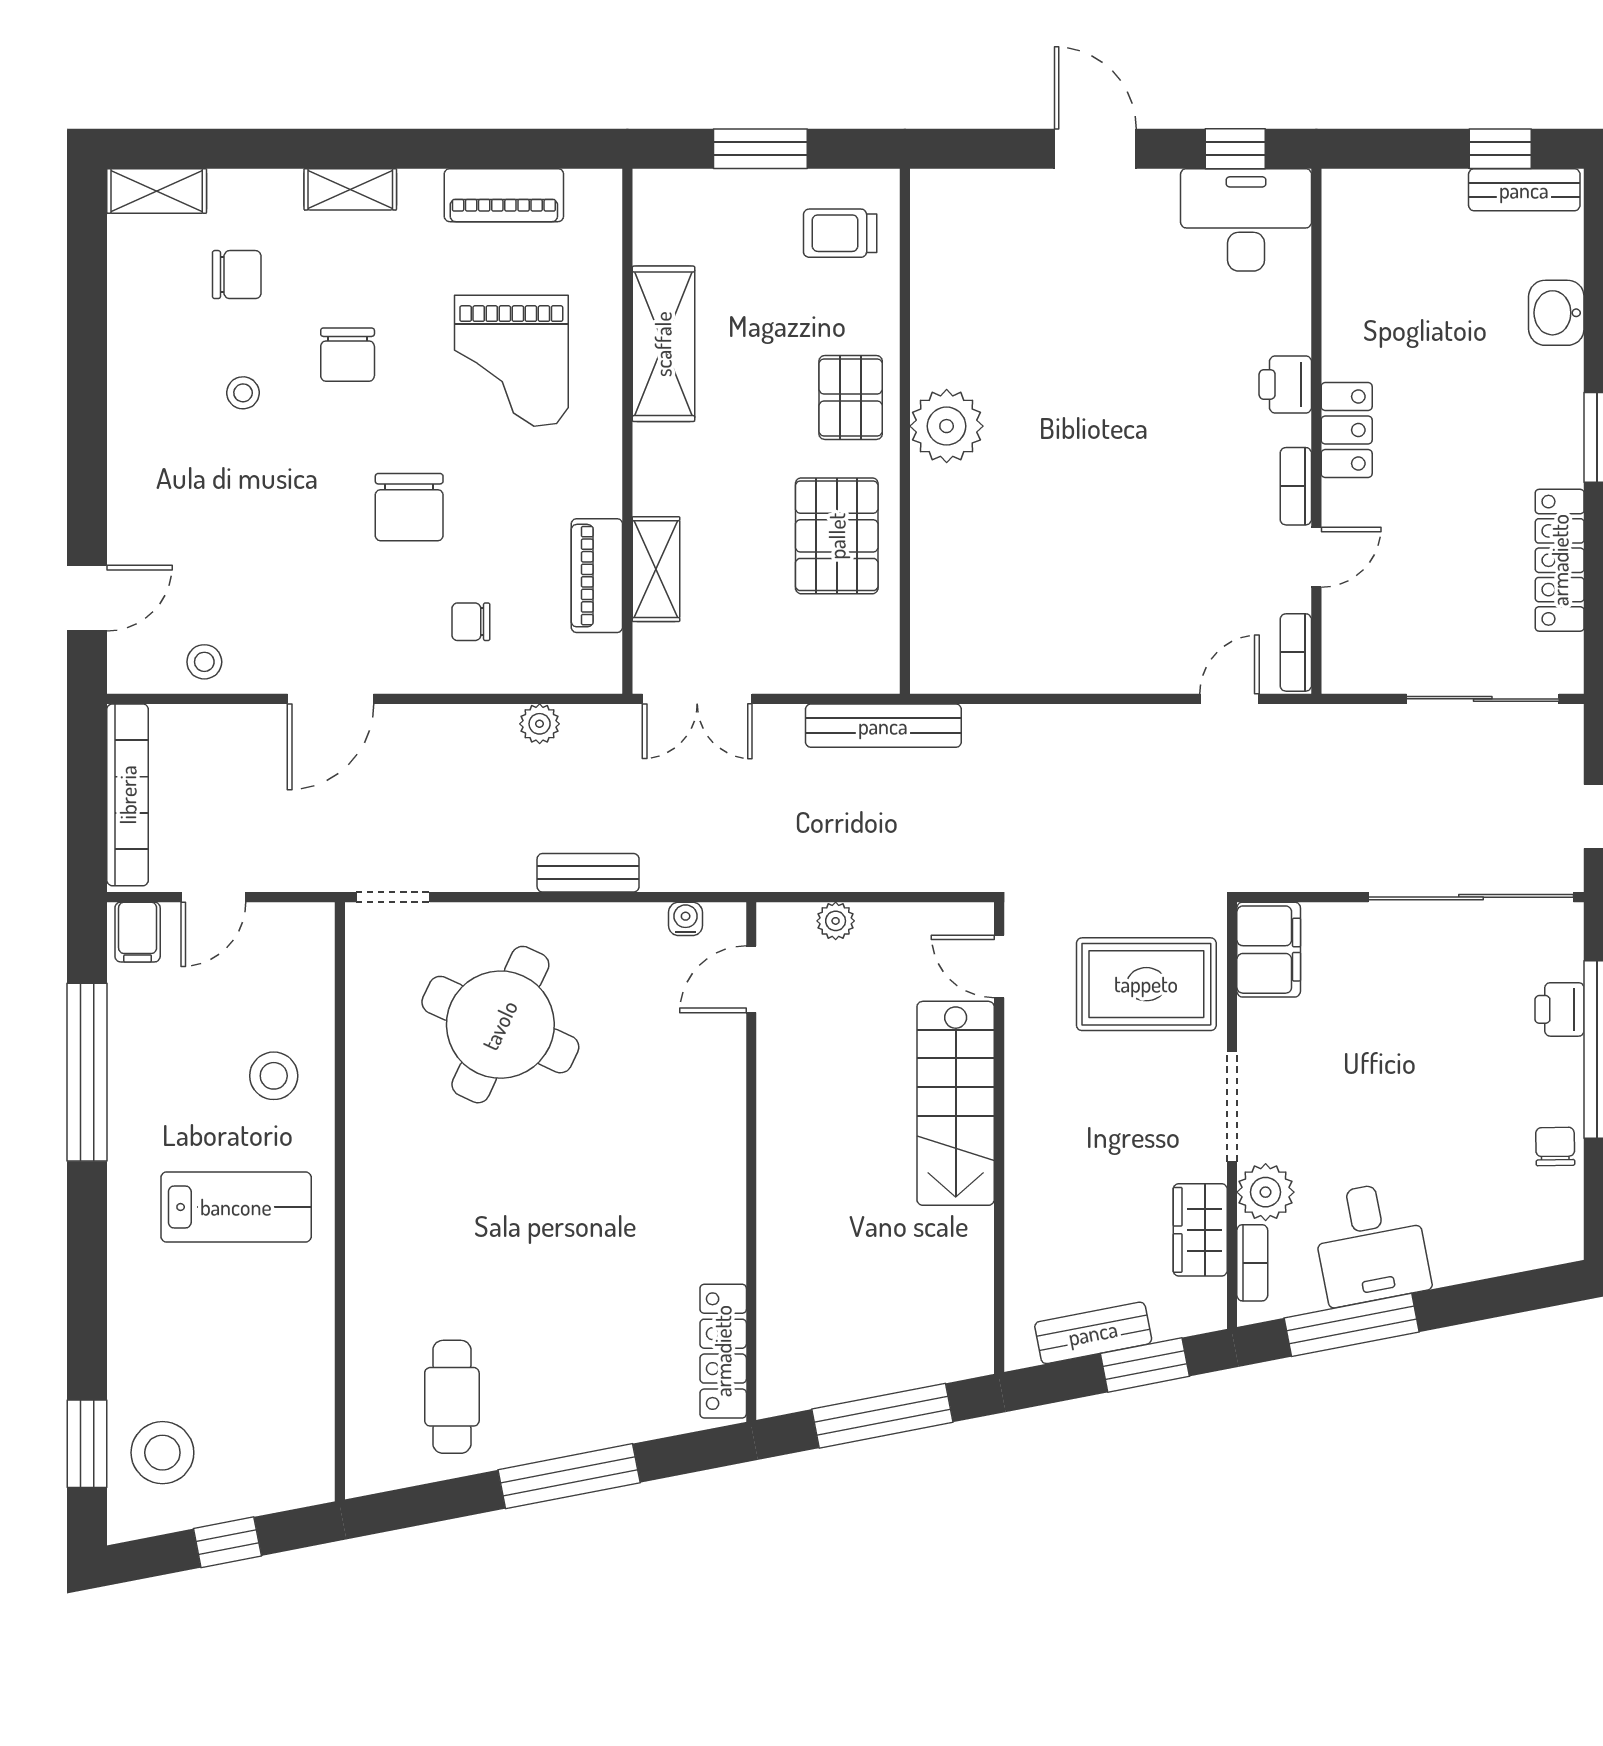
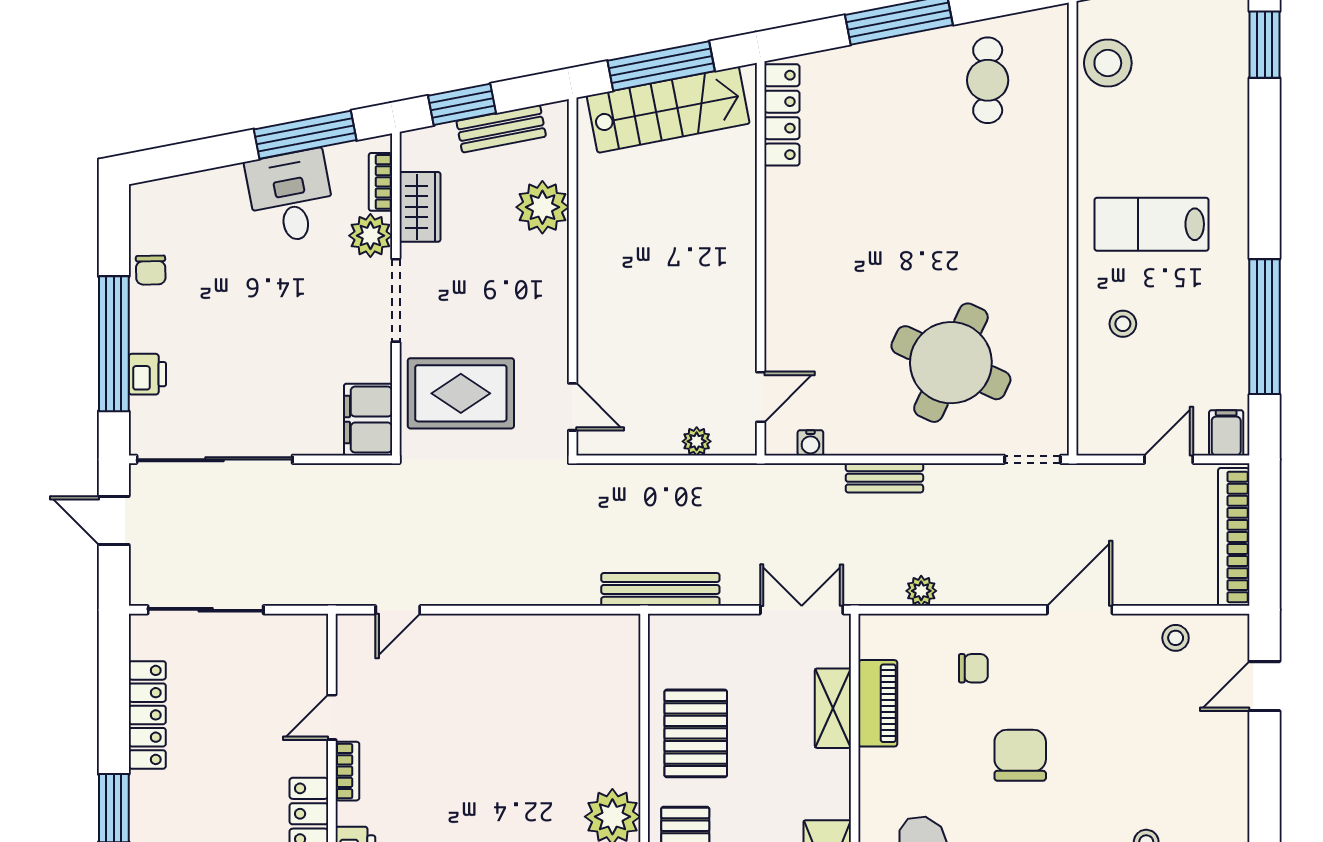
bookcase: (1296, 652) -> (347, 645), removed
stool: (274, 1076) -> (1123, 324), width x0.73, depth x0.73
stairs: (956, 1103) -> (668, 110), moved, turned 79
plant: (1039, 1230) -> (542, 207), added
stool: (162, 1453) -> (1108, 63), moved

